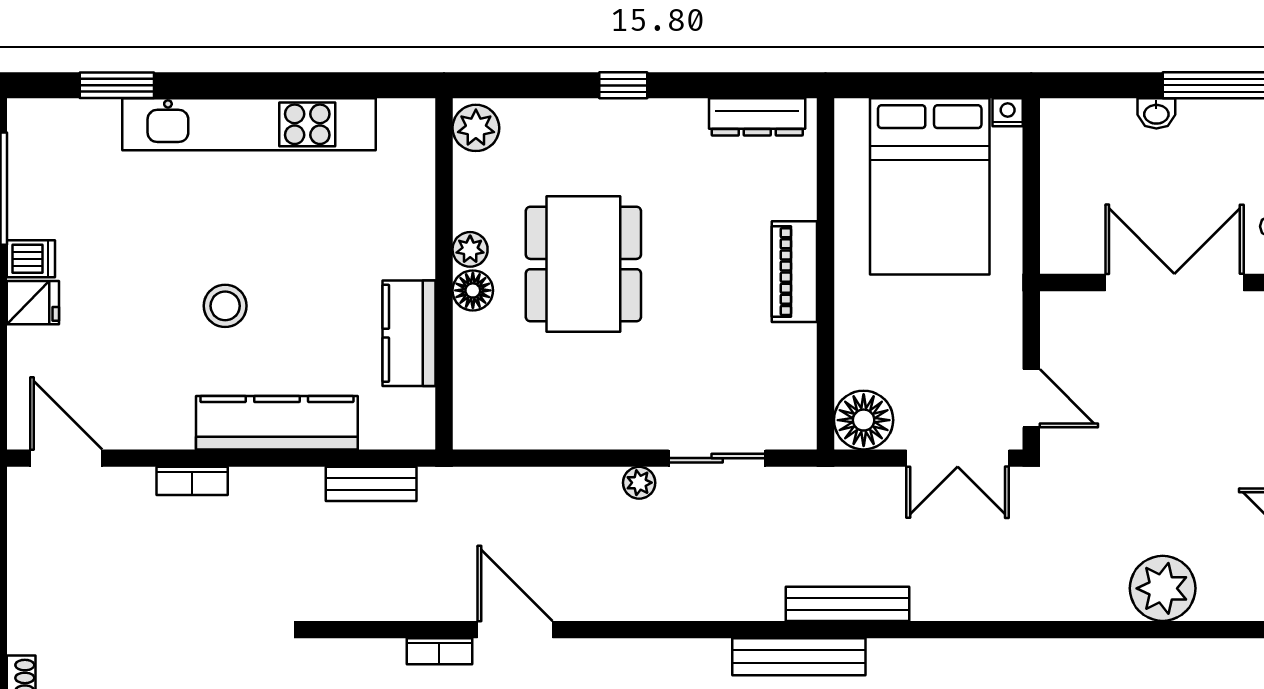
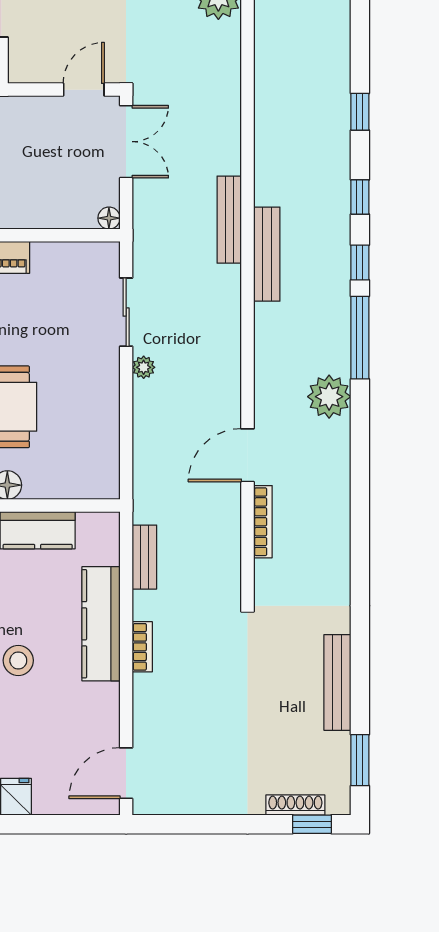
floor lamp: (864, 420) -> (109, 218), width x0.53, depth x0.53
bookcase: (192, 481) -> (142, 647), moved
bookcase: (439, 651) -> (263, 522), width x1.56

